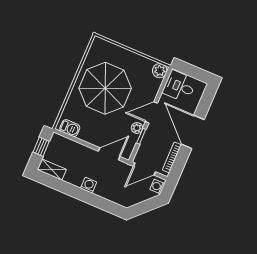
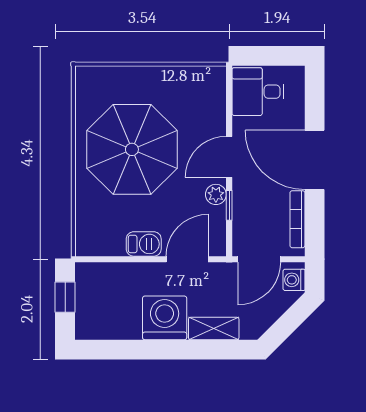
plant: (160, 71) -> (213, 79), removed
barbecue: (70, 128) -> (144, 244), moved
shelving: (52, 170) -> (214, 328), moved
washing machine: (89, 185) -> (165, 318), width x1.89, depth x1.89

